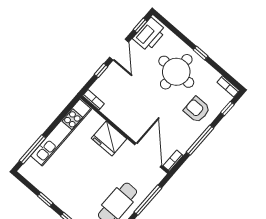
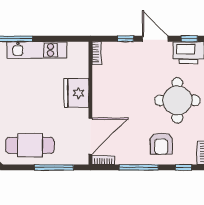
door: (119, 50) -> (155, 39), swing flipped
armchair: (197, 110) -> (161, 144), turned 180
kitchen unit: (61, 132) -> (37, 50), width x0.73

